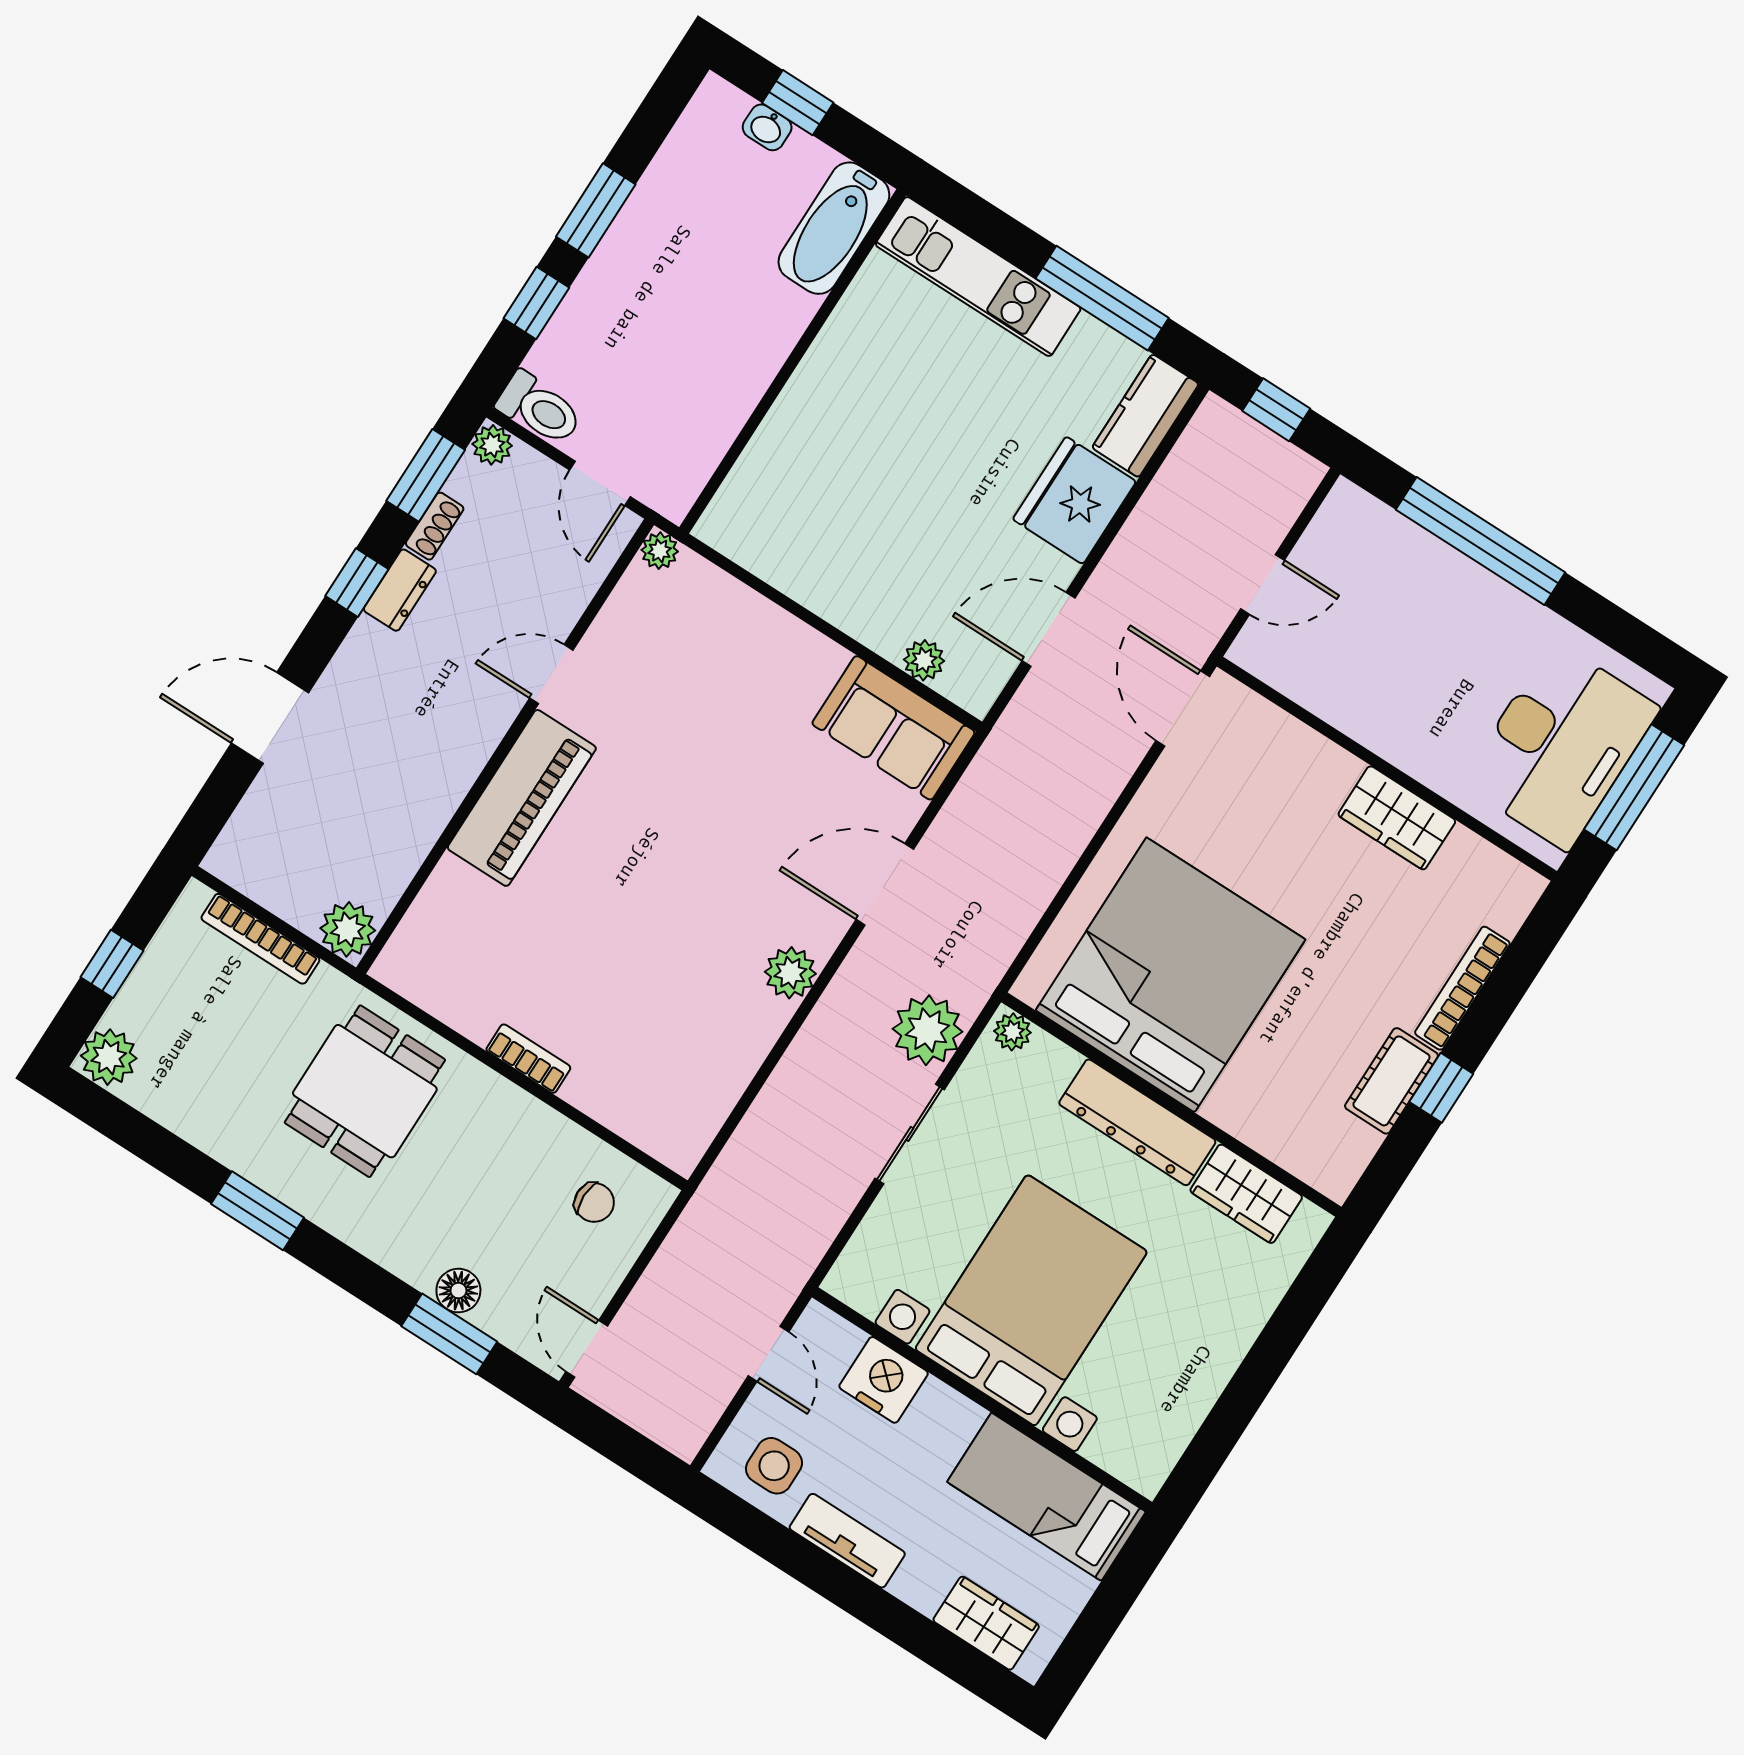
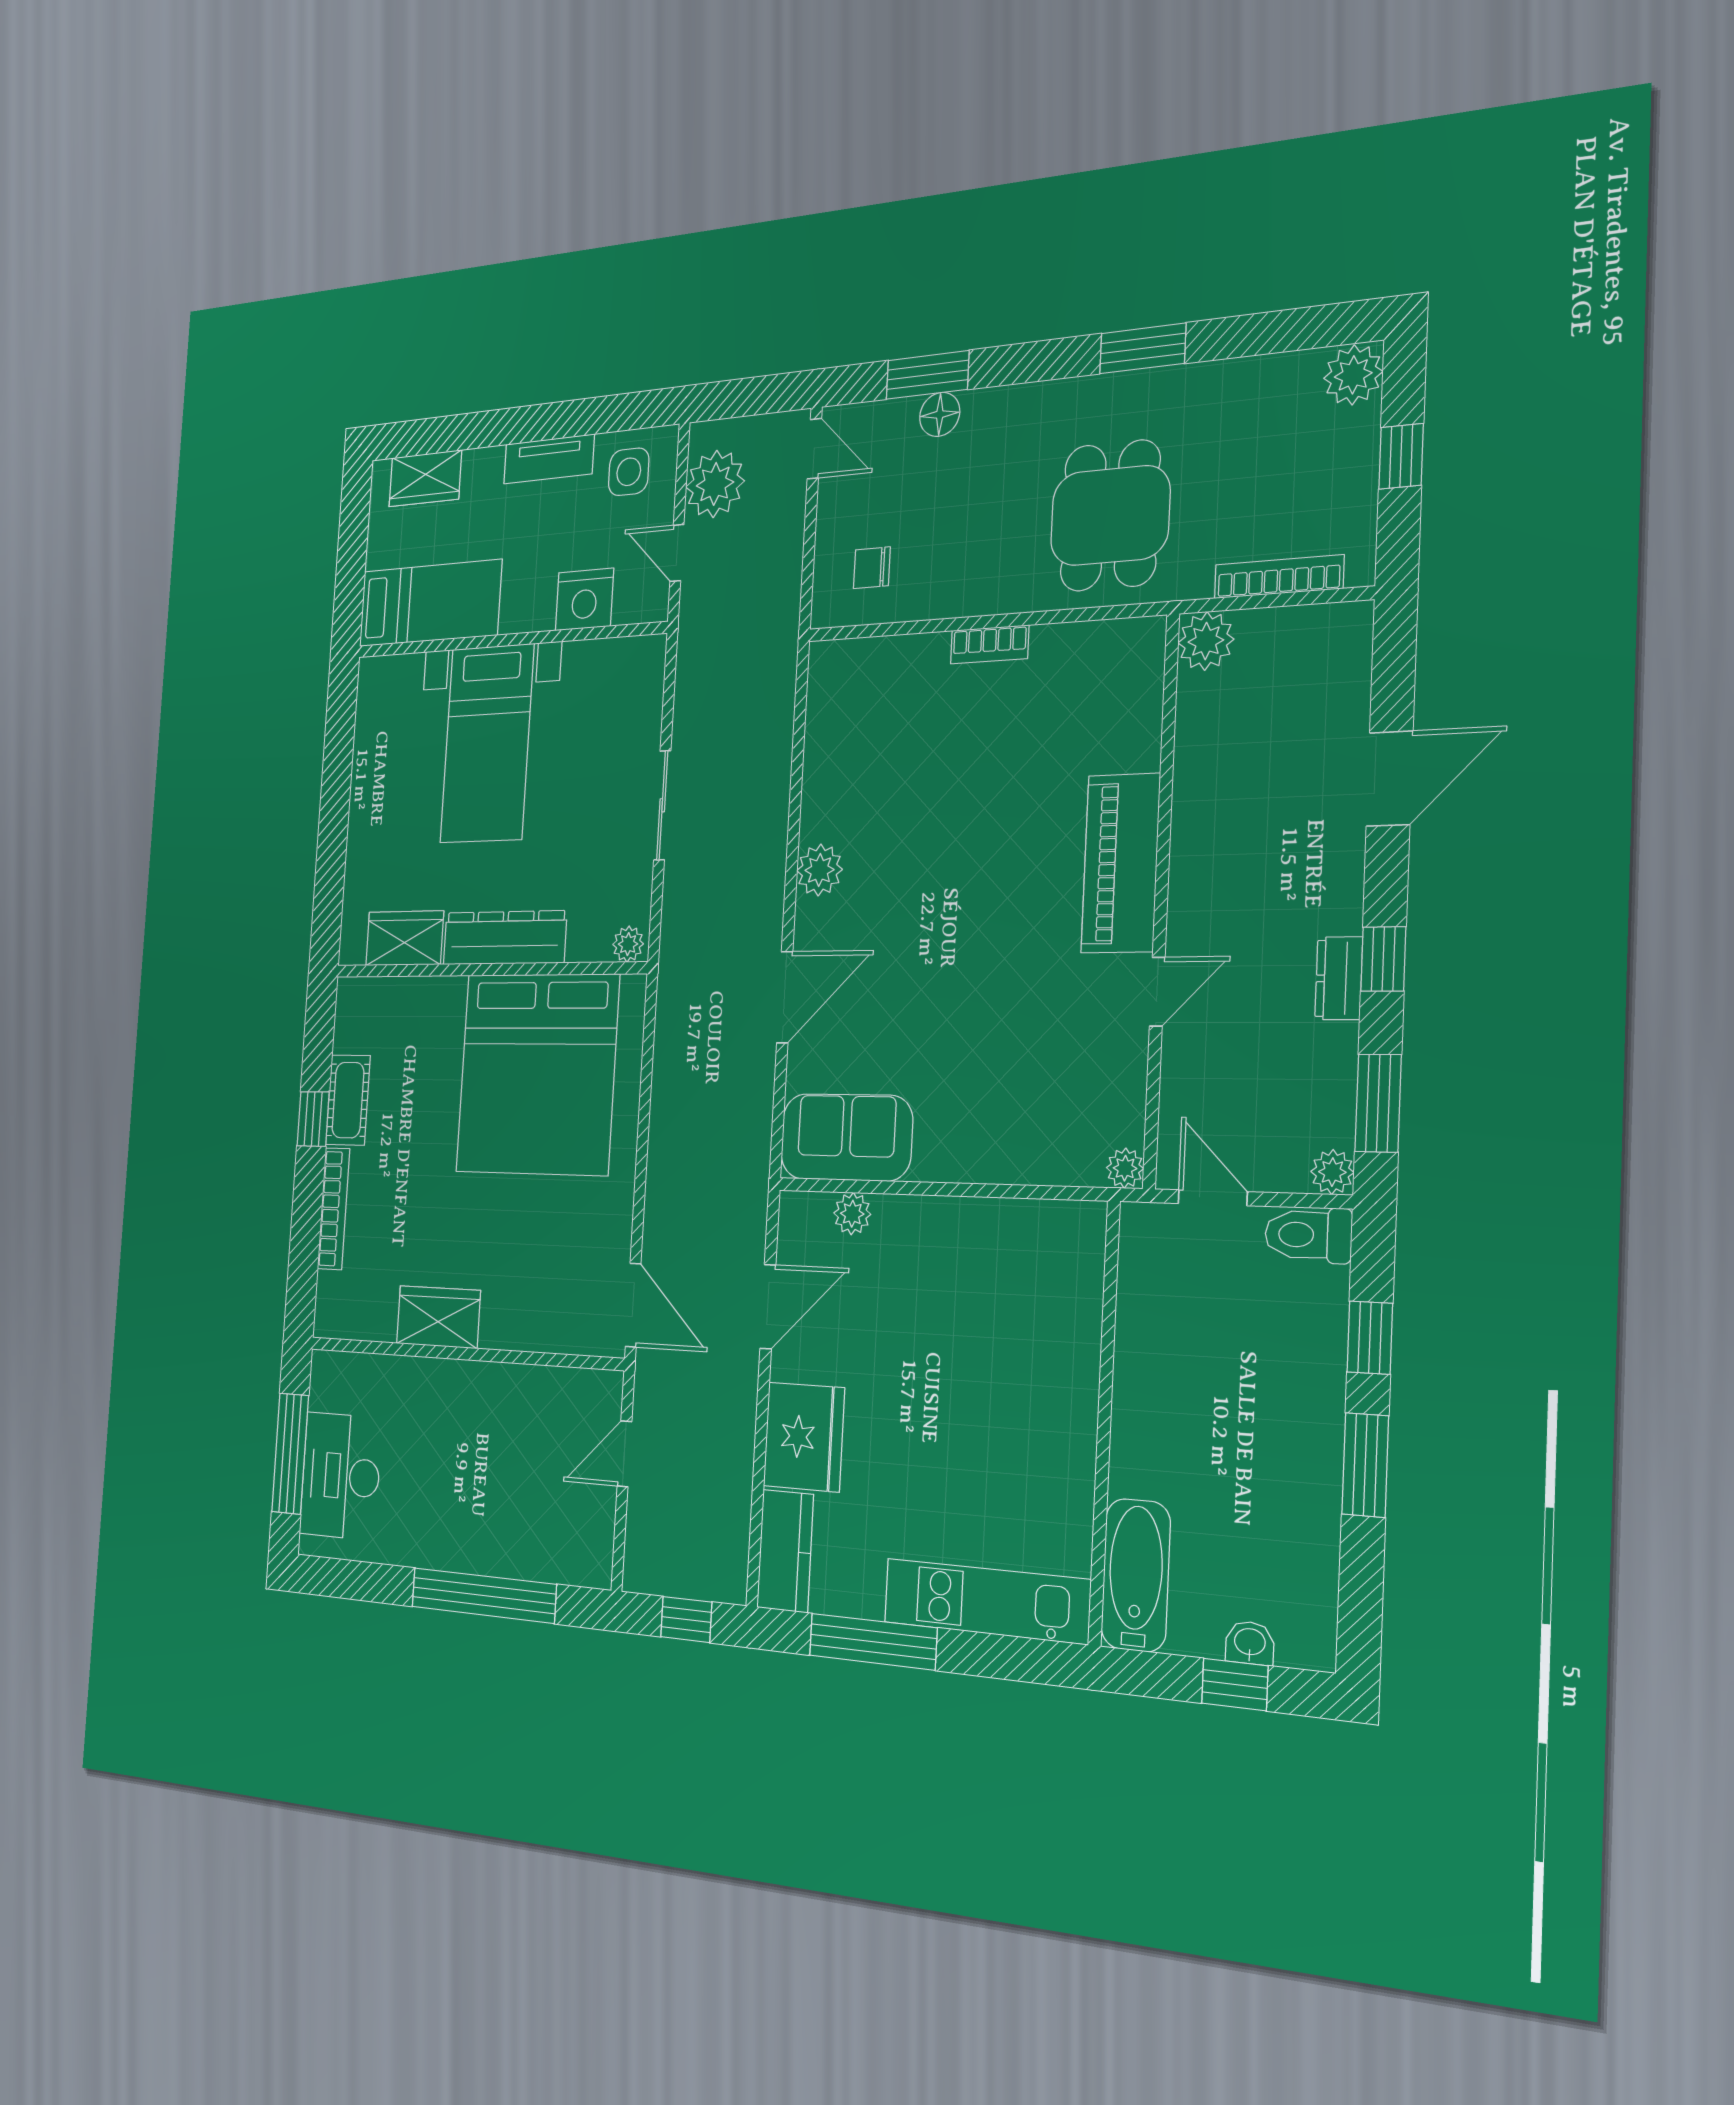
shoe rack: (435, 526) -> (1341, 1060), removed
desk: (1560, 746) -> (341, 1476), width x0.73, depth x0.77
plant: (927, 1030) -> (715, 484), moved
bed with nightstands: (1031, 1300) -> (487, 743), width x0.73

